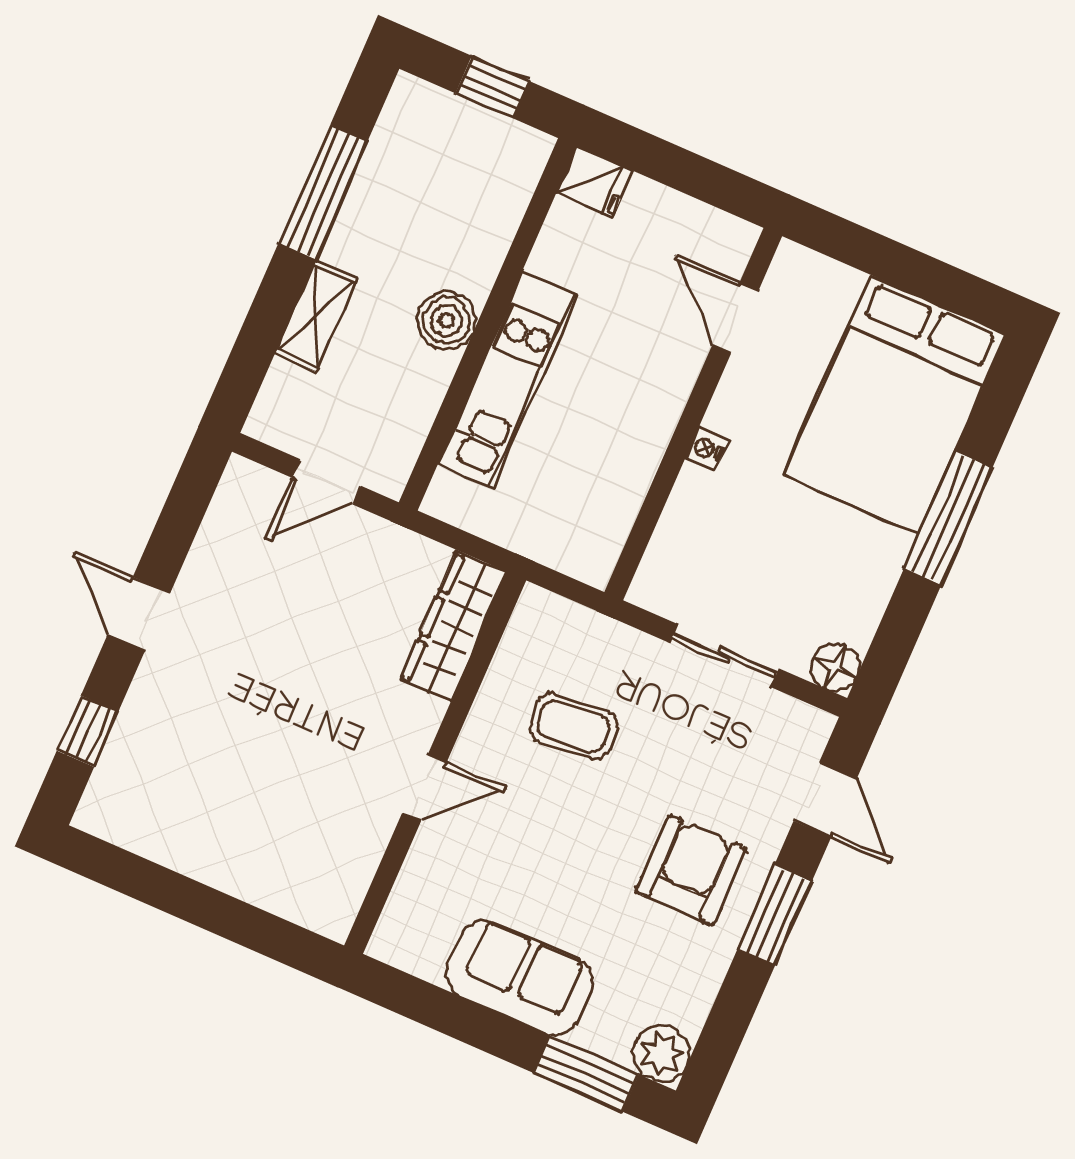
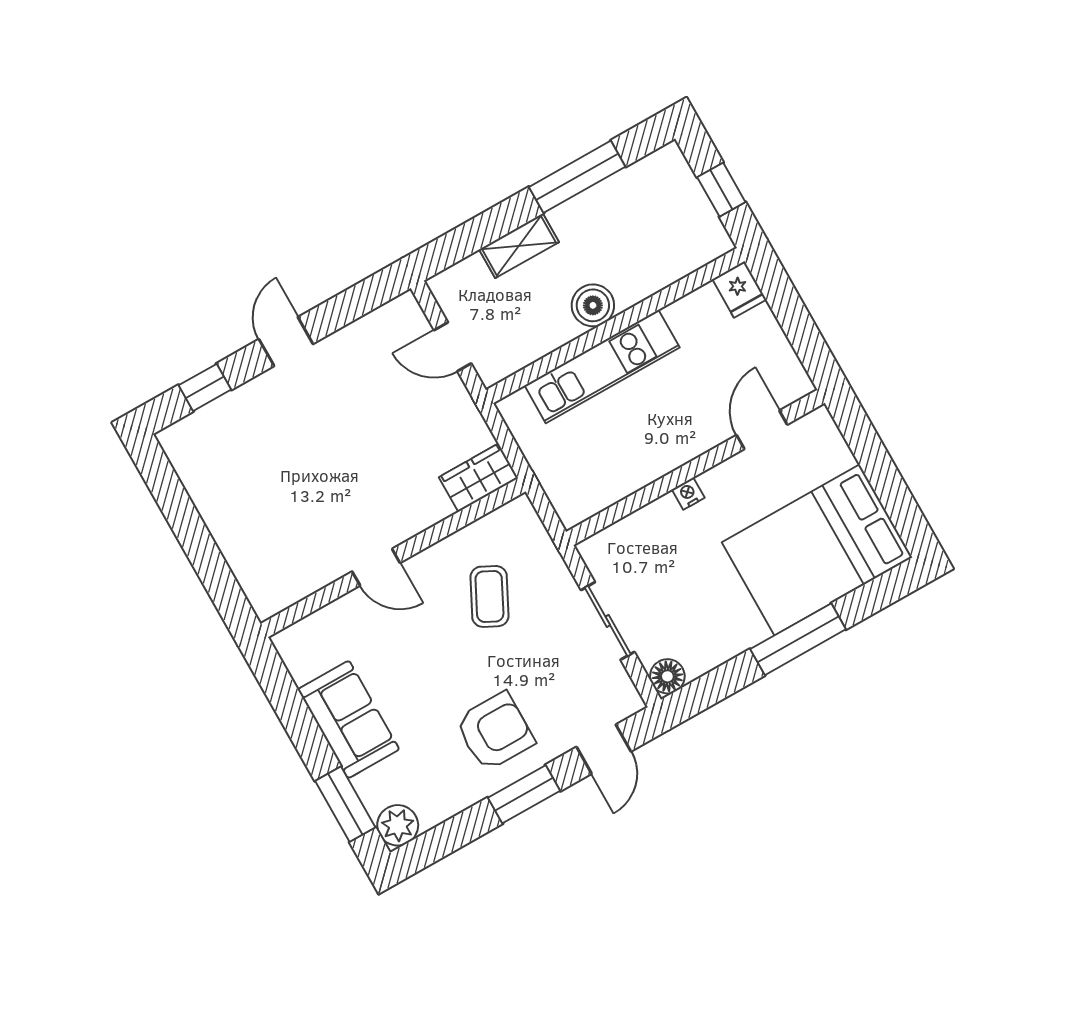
wardrobe: (454, 626) -> (479, 478), width x0.67
coffee table: (573, 726) -> (489, 596), turned 33

